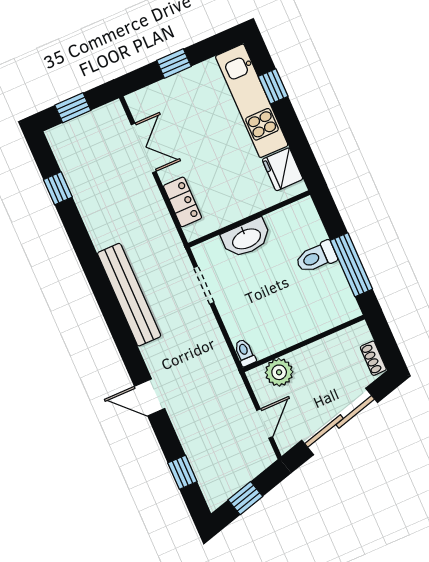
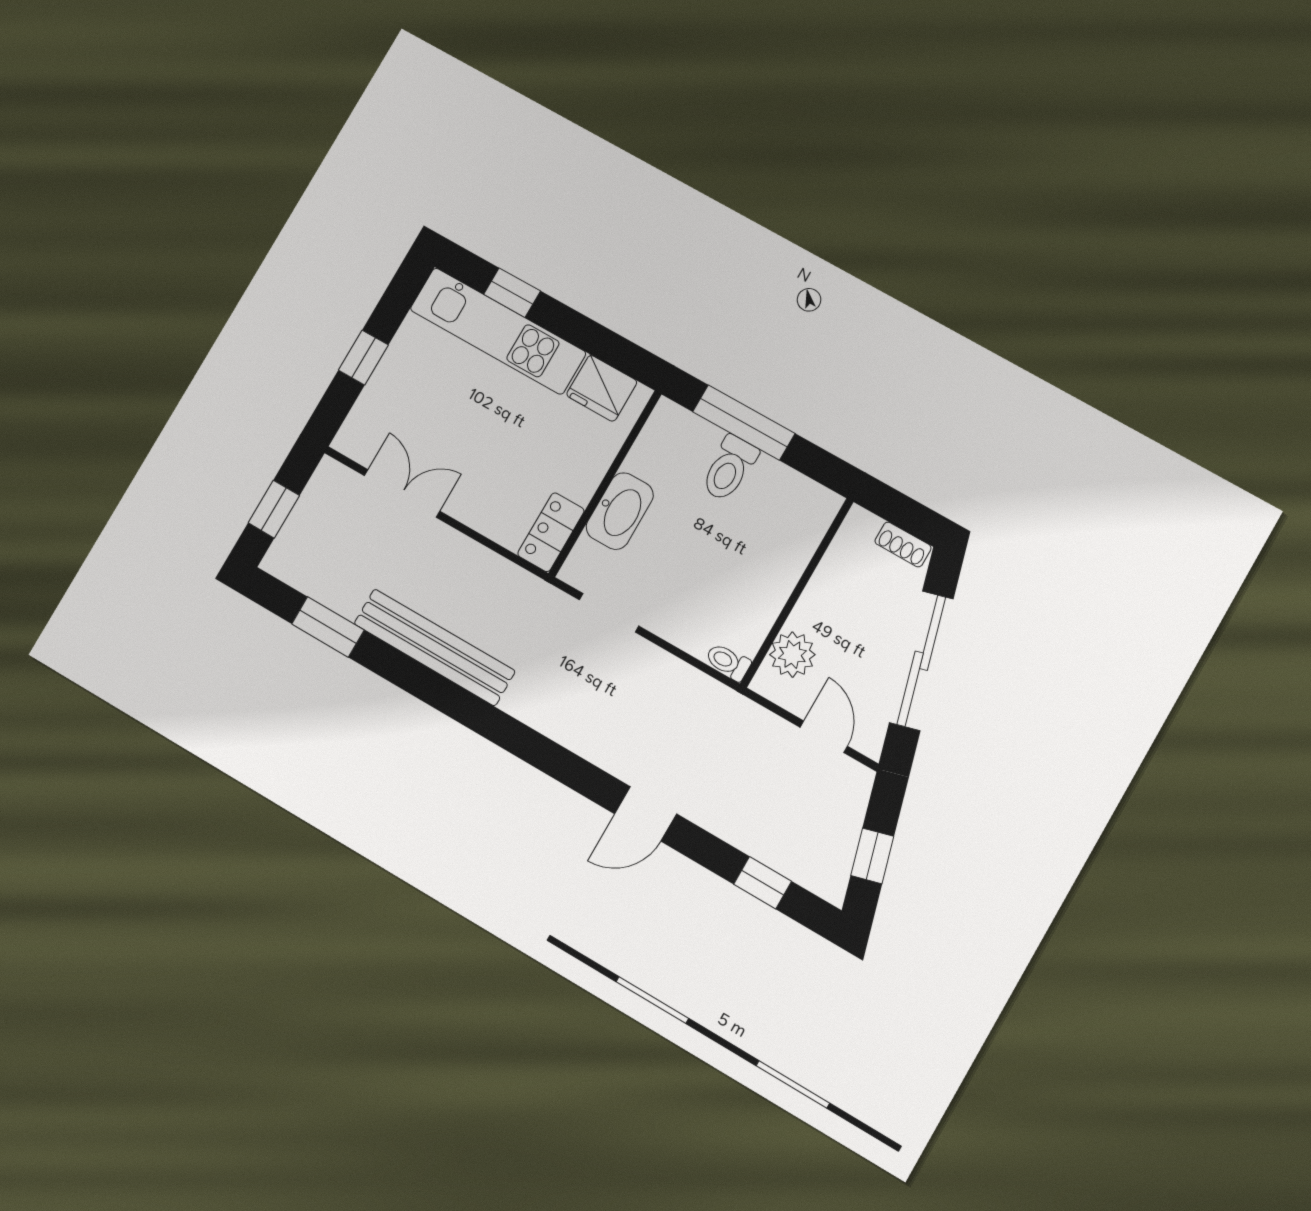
window: (58, 188) -> (328, 627), width x1.50
locker: (183, 202) -> (551, 532), moved, turned -90
window: (351, 265) -> (744, 423), moved
bench: (129, 295) -> (434, 647), moved

